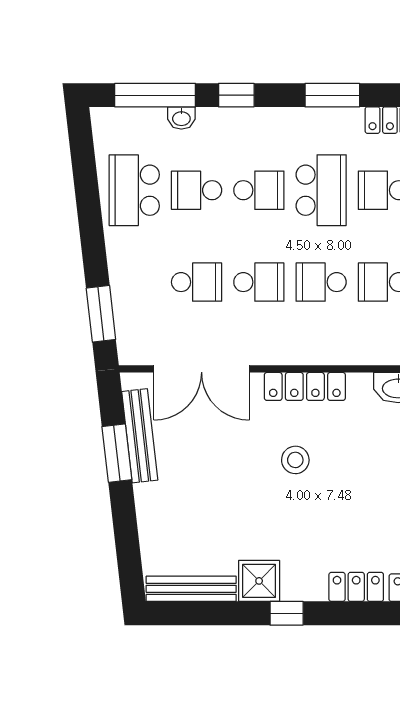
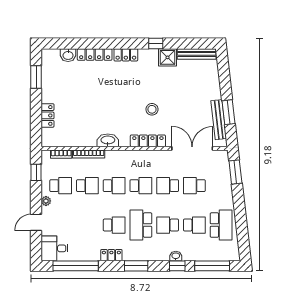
washbasin: (181, 118) -> (176, 256), moved

